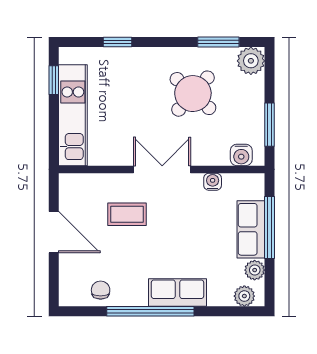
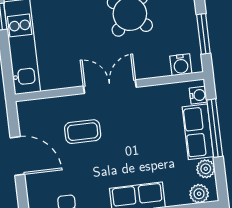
water cooler: (213, 182) -> (198, 95), moved, turned 90

